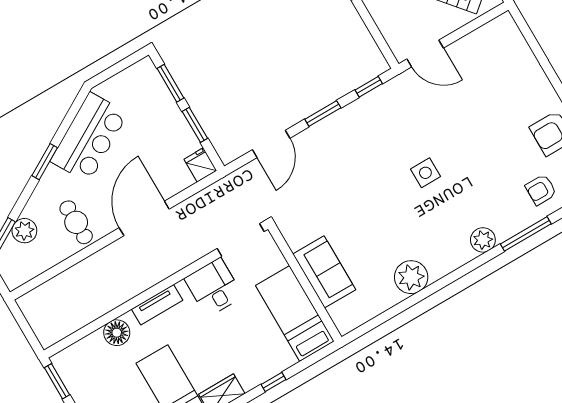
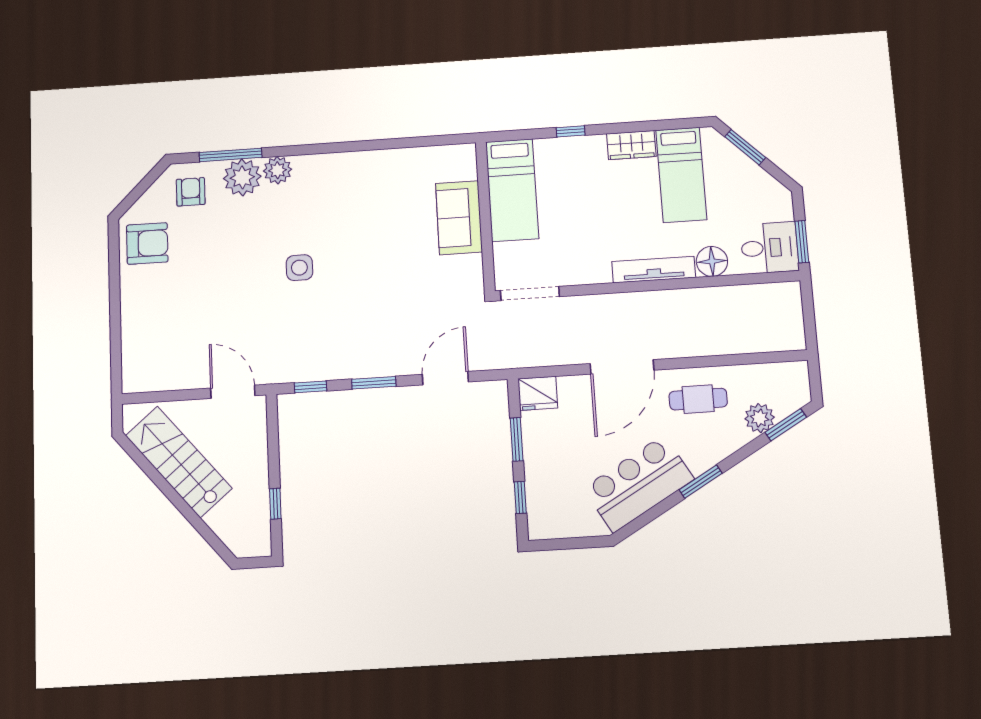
window: (170, 83) -> (520, 497), width x0.67
fridge: (200, 165) -> (538, 393), width x1.38
armchair: (541, 190) -> (191, 192), turned -90
cafe table: (76, 222) -> (698, 399), turned 90
plant: (411, 277) -> (242, 177), moved
desk: (214, 288) -> (769, 248), moved, turned -90
tv unit: (157, 305) -> (654, 270), width x1.41

